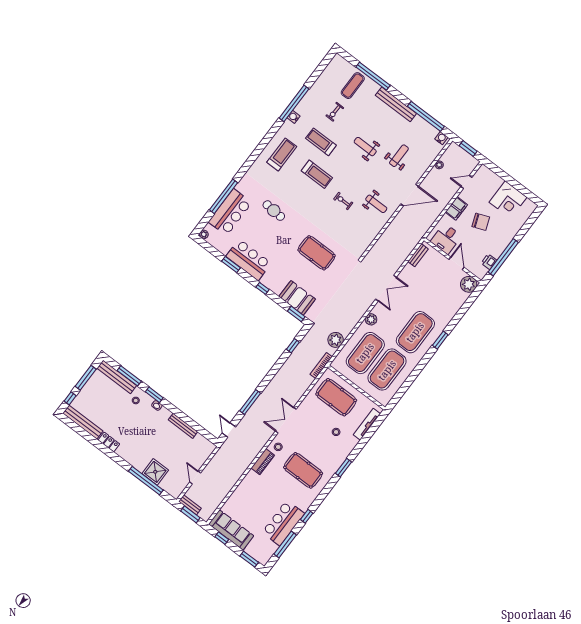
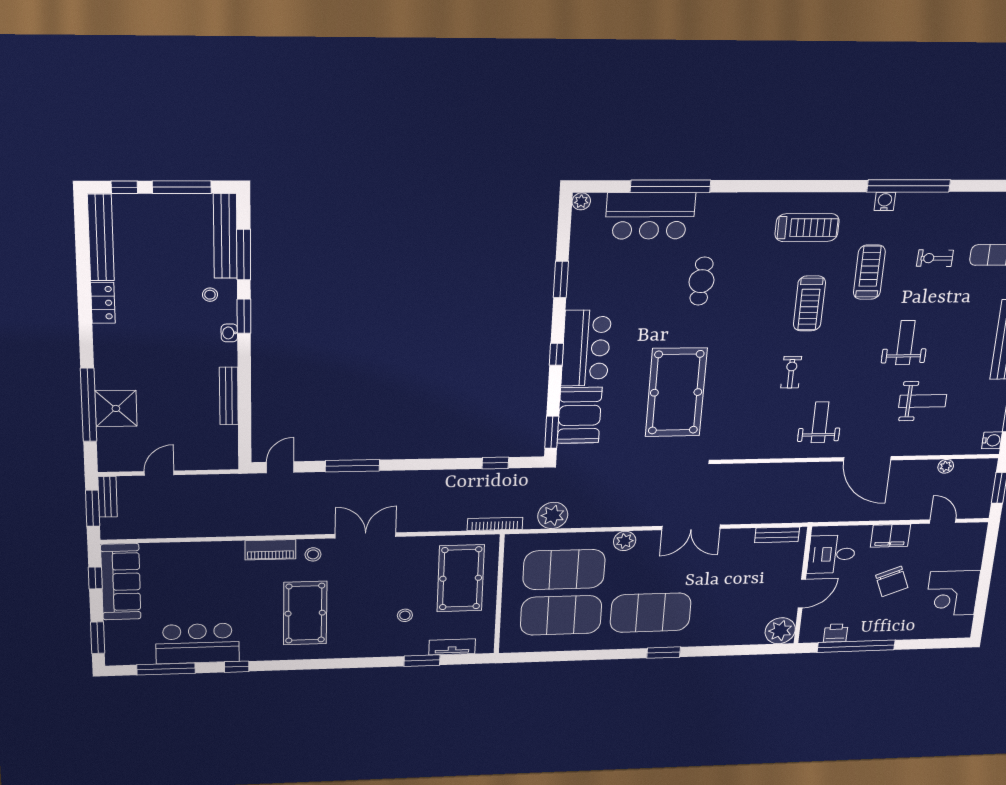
weight bench: (376, 204) -> (820, 422), turned 180
pool table: (317, 253) -> (676, 392), width x1.36, depth x1.32
bar counter: (249, 260) -> (586, 348), moved
tv unit: (367, 424) -> (452, 647), width x0.71
window: (343, 468) -> (422, 661), moved

